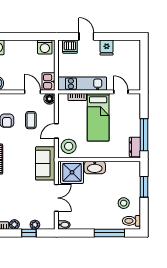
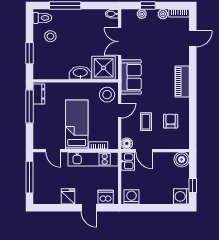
window: (144, 66) -> (29, 177), added

